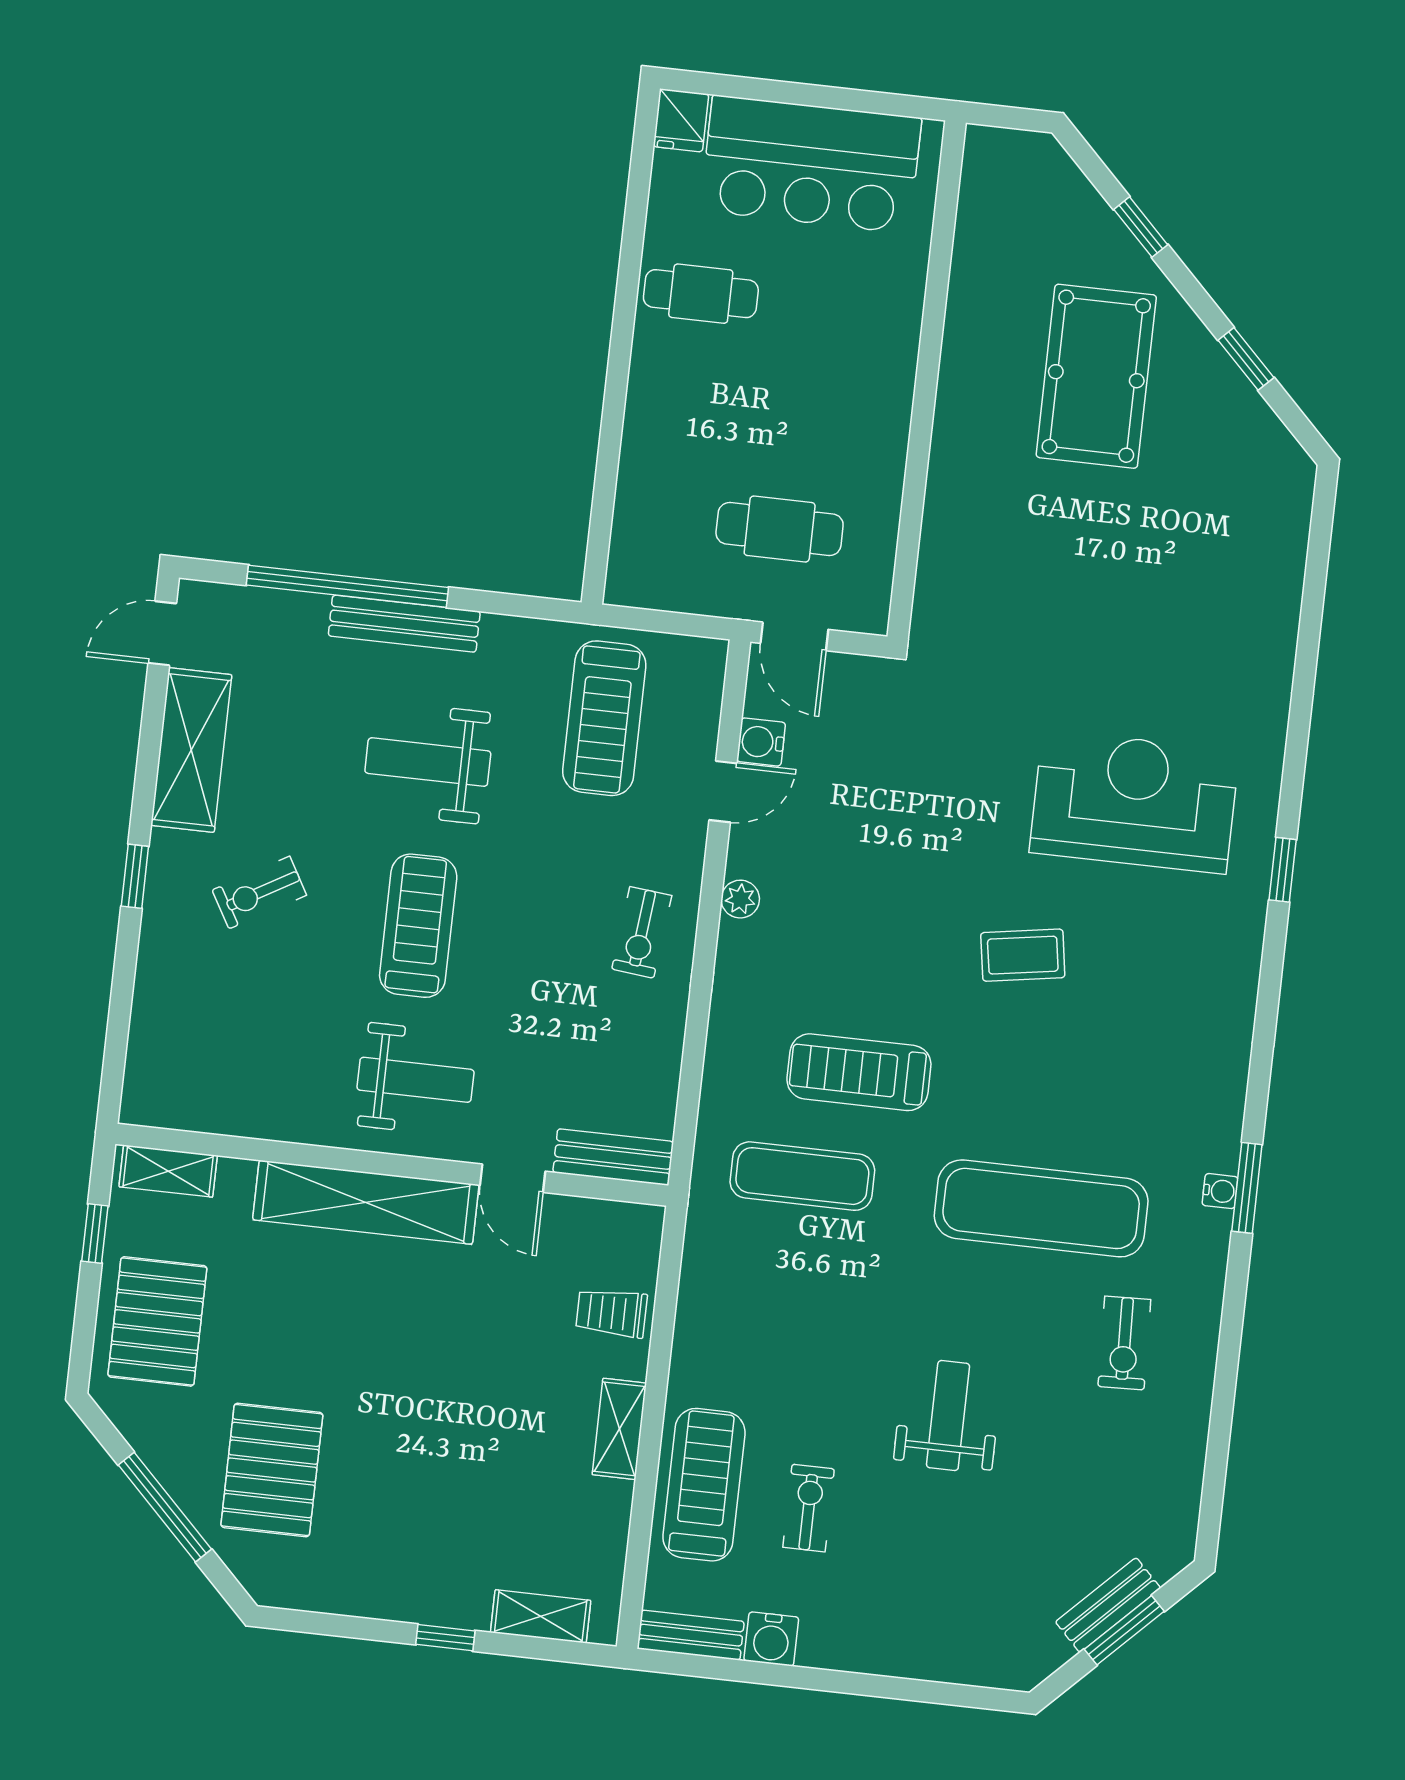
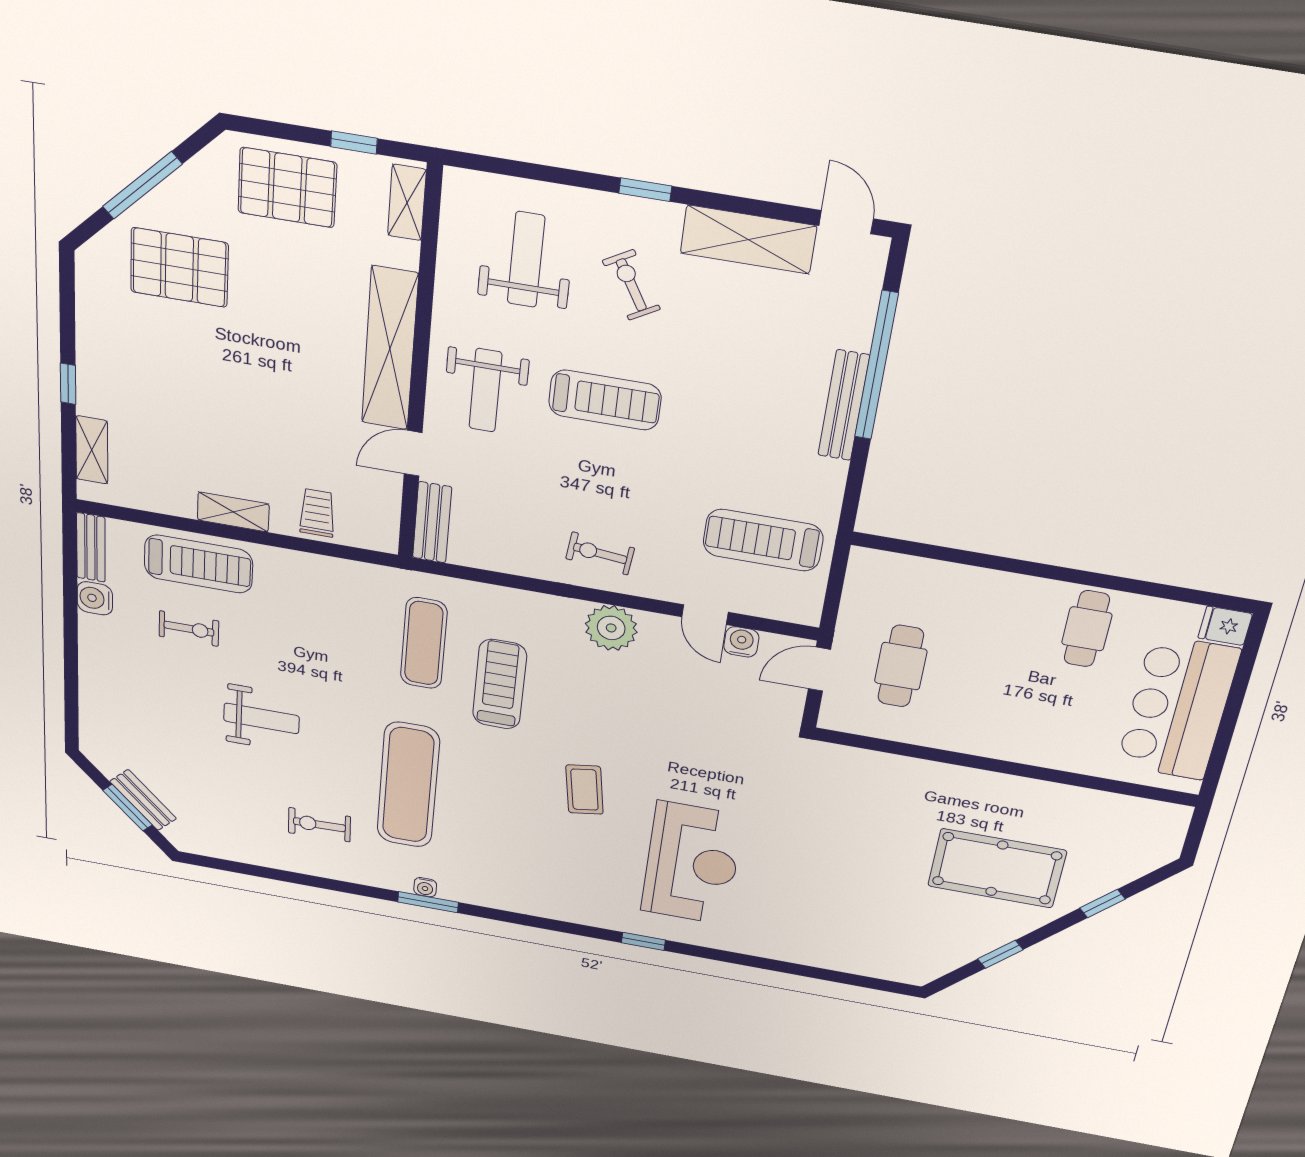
weight bench: (428, 762) -> (526, 260), moved
plant: (740, 899) -> (611, 628), width x1.87, depth x1.87

